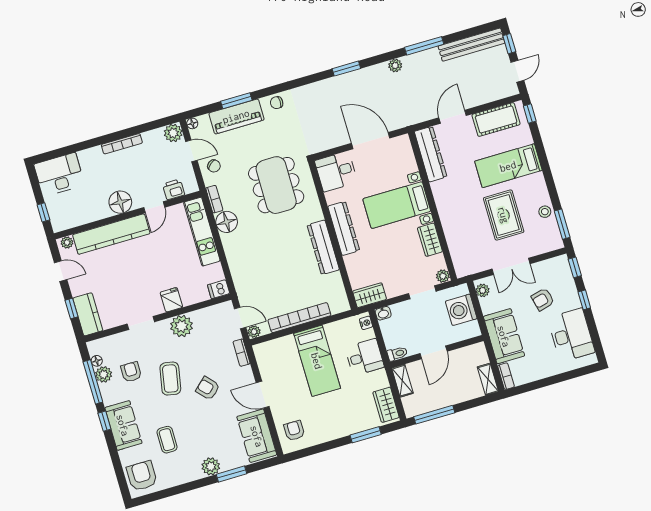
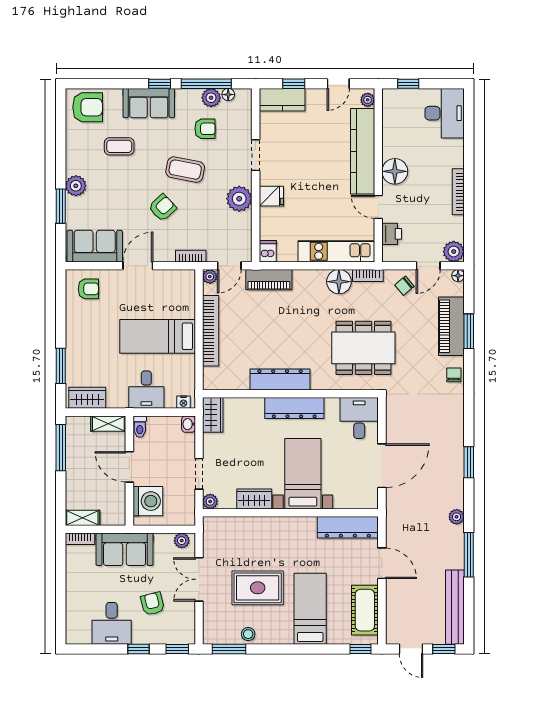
piano: (242, 281) -> (269, 280), added
washing machine: (461, 310) -> (148, 501), moved, turned 90
desk: (571, 335) -> (112, 623), width x0.73

